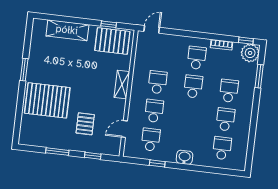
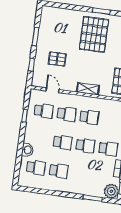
school desk: (229, 91) -> (63, 142), moved
pallet: (47, 100) -> (94, 34), moved
washbasin: (184, 157) -> (27, 150), moved

